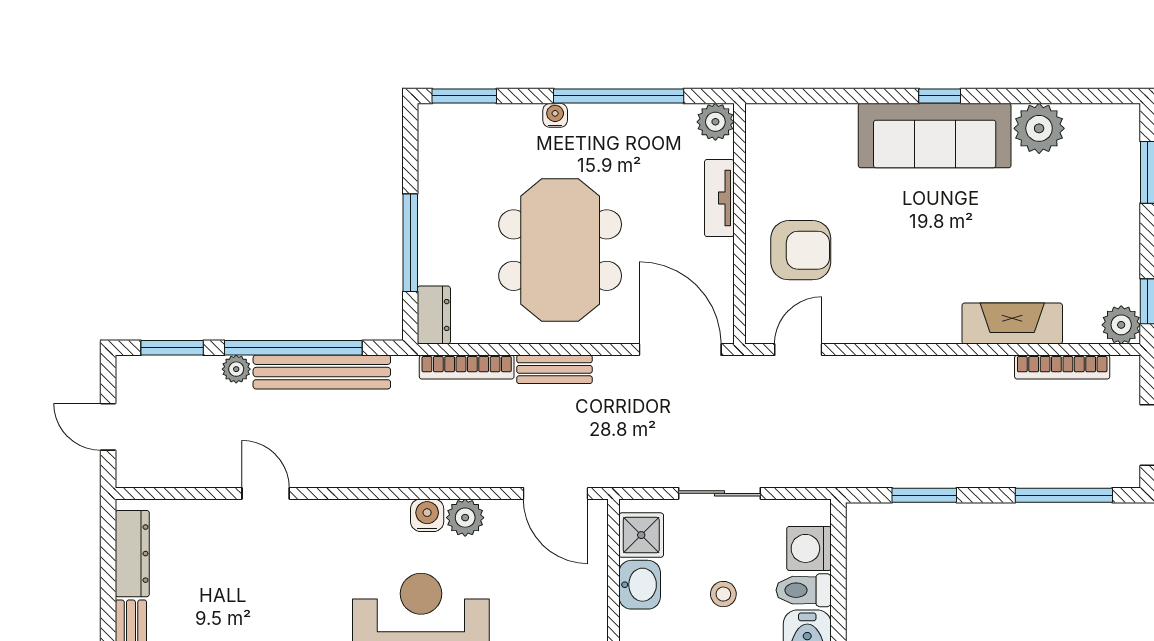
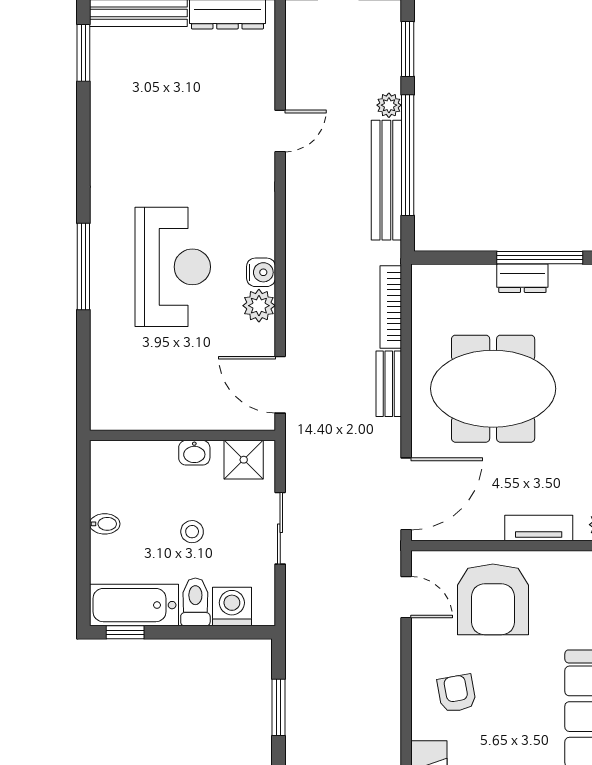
window: (410, 243) -> (540, 258), moved
armchair: (801, 250) -> (493, 599), width x1.36, depth x1.36
armchair: (908, 292) -> (457, 693), added
dresser: (434, 315) -> (522, 278), moved
door: (556, 493) -> (280, 385), hinge flipped
washbasin: (640, 585) -> (194, 453), width x0.72, depth x0.69

